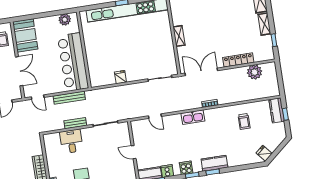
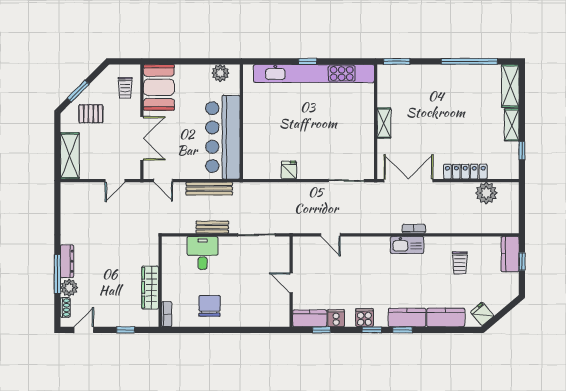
kitchen sink: (193, 117) -> (407, 245), moved
kitchen counter: (240, 159) -> (446, 317), added

